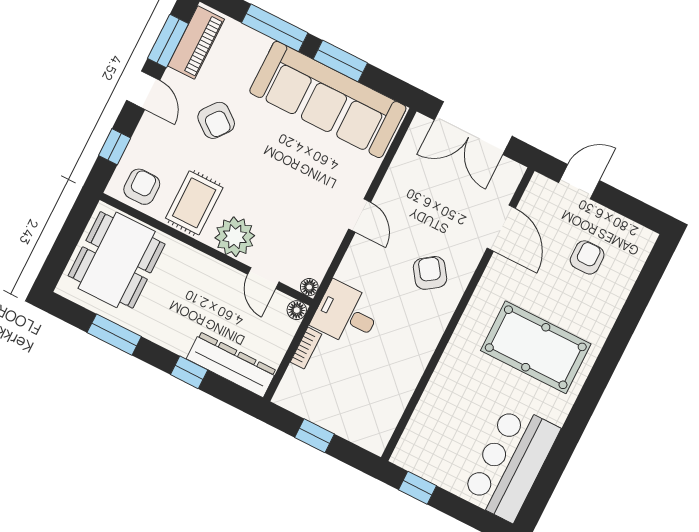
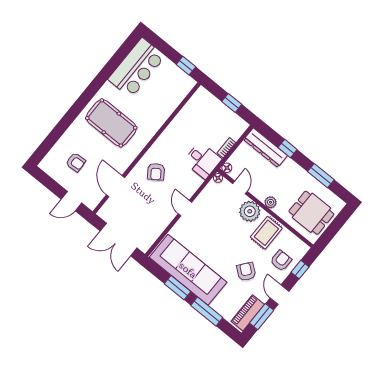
double door: (473, 128) -> (118, 239), swing flipped
armchair: (142, 187) -> (281, 261), moved, turned 180
armchair: (587, 257) -> (76, 162), turned -93
dining table: (117, 260) -> (311, 213), width x0.73
plant: (199, 263) -> (271, 202), added

